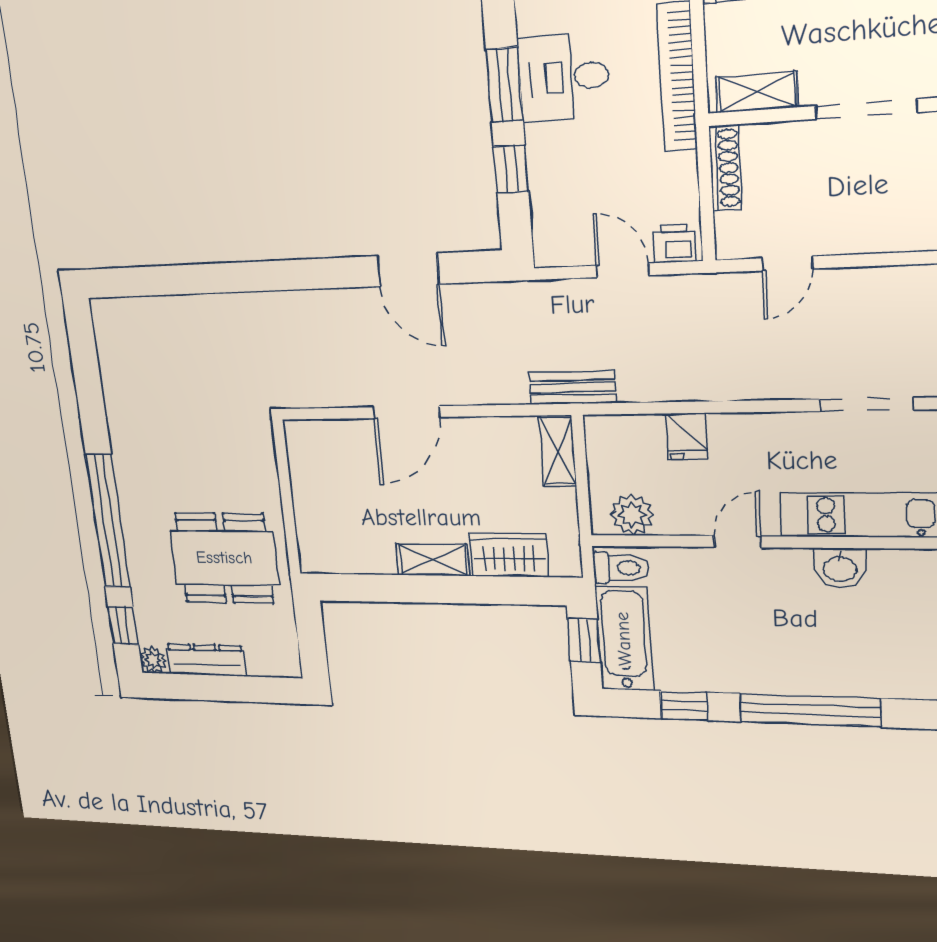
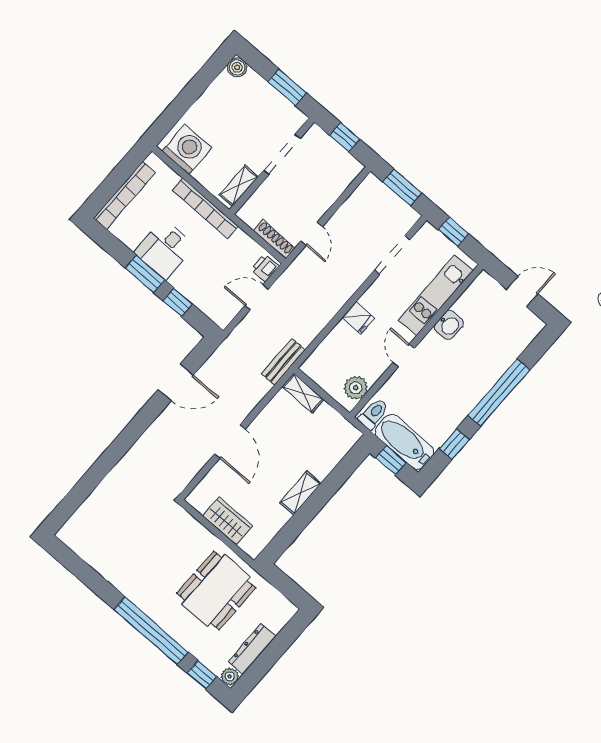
shoe rack: (725, 168) -> (274, 239), moved
fridge: (687, 436) -> (358, 318), moved
wardrobe: (509, 555) -> (227, 521), moved, turned 90

